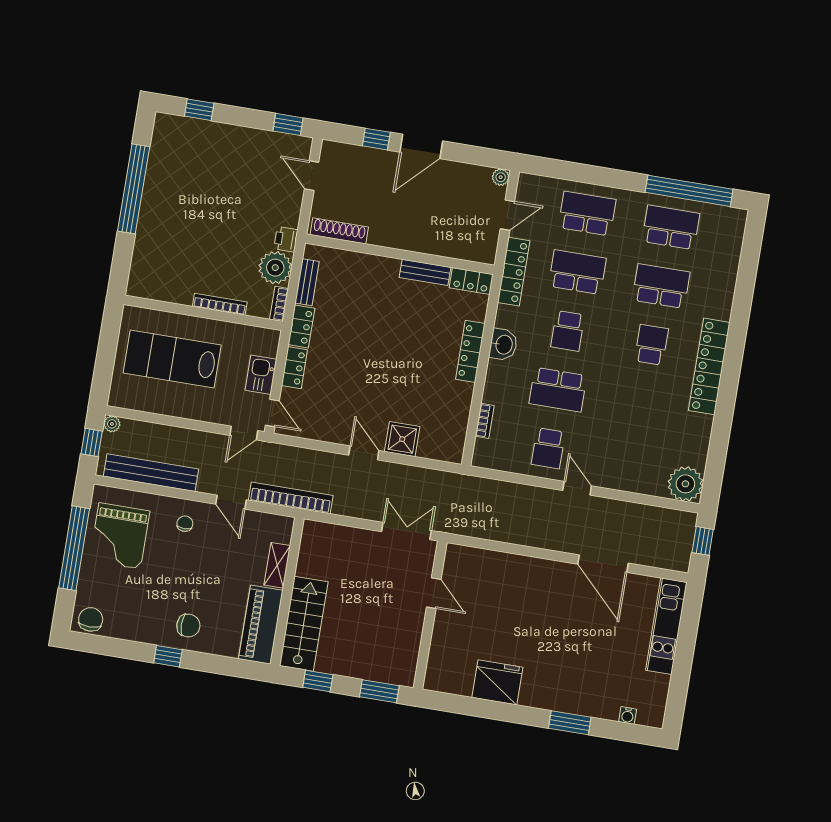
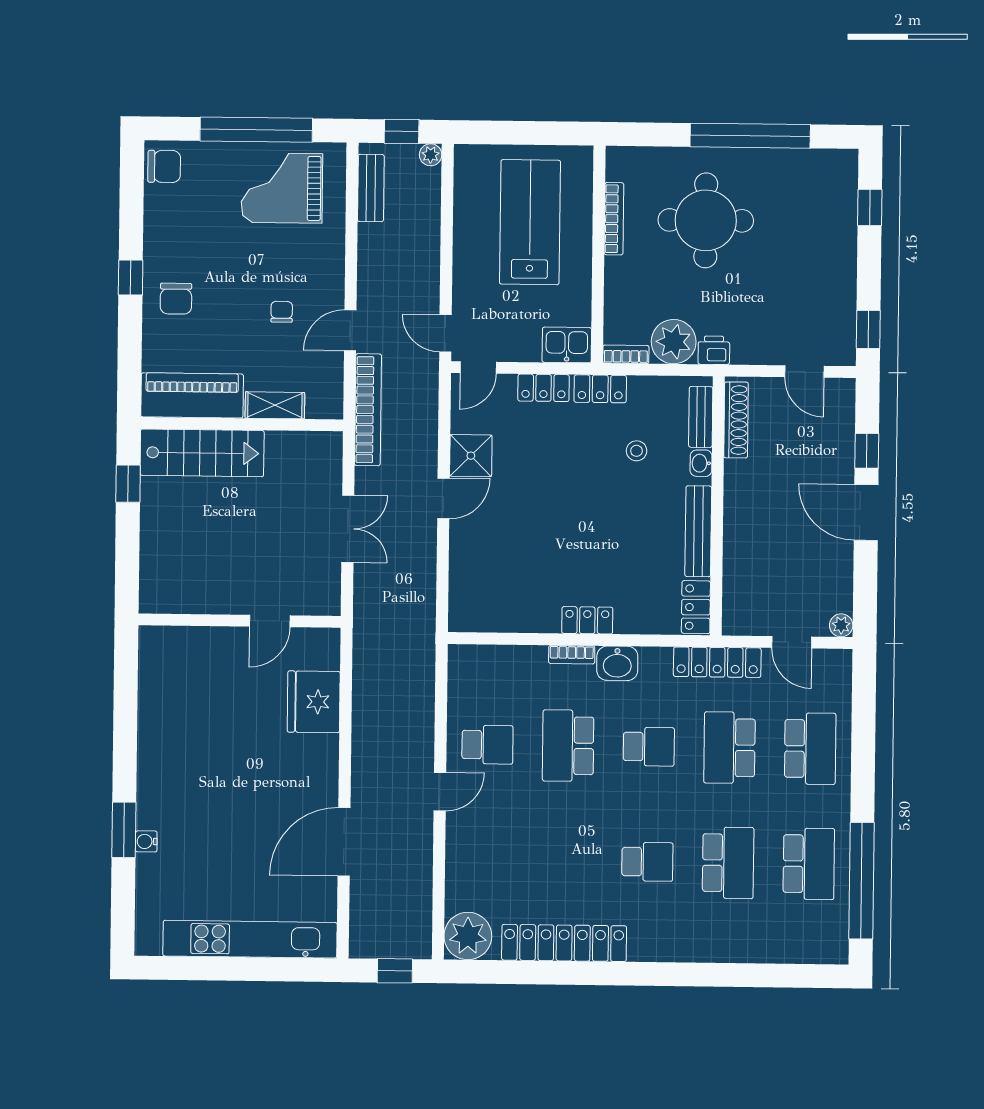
door: (312, 176) -> (804, 371), swing flipped
round table: (190, 231) -> (706, 220), added
washbasin: (367, 261) -> (701, 463), added
bench: (425, 272) -> (698, 531), width x1.36
school desk: (577, 272) -> (729, 748), turned 180
bench: (307, 282) -> (701, 417), moved, turned 90
bookcase: (220, 304) -> (614, 219), moved
stool: (351, 307) -> (637, 451), added
school desk: (568, 331) -> (649, 747), turned 180
locker: (470, 351) -> (587, 620), width x0.66
locker: (709, 366) -> (564, 943), moved
kitchen sink: (261, 375) -> (567, 345), moved
bookcase: (485, 421) -> (572, 655), moved
shower: (402, 439) -> (471, 456), moved
school desk: (548, 448) -> (487, 745), turned 180
bench: (151, 473) -> (371, 188), width x0.54, depth x0.82
chair: (185, 524) -> (282, 312), moved, turned -90
double door: (406, 531) -> (348, 529), moved
kitchen unit: (666, 626) -> (250, 939), width x1.36
fridge: (497, 682) -> (314, 702), moved, turned 180
window: (379, 691) -> (127, 568), removed
water cooler: (628, 715) -> (146, 841), moved

